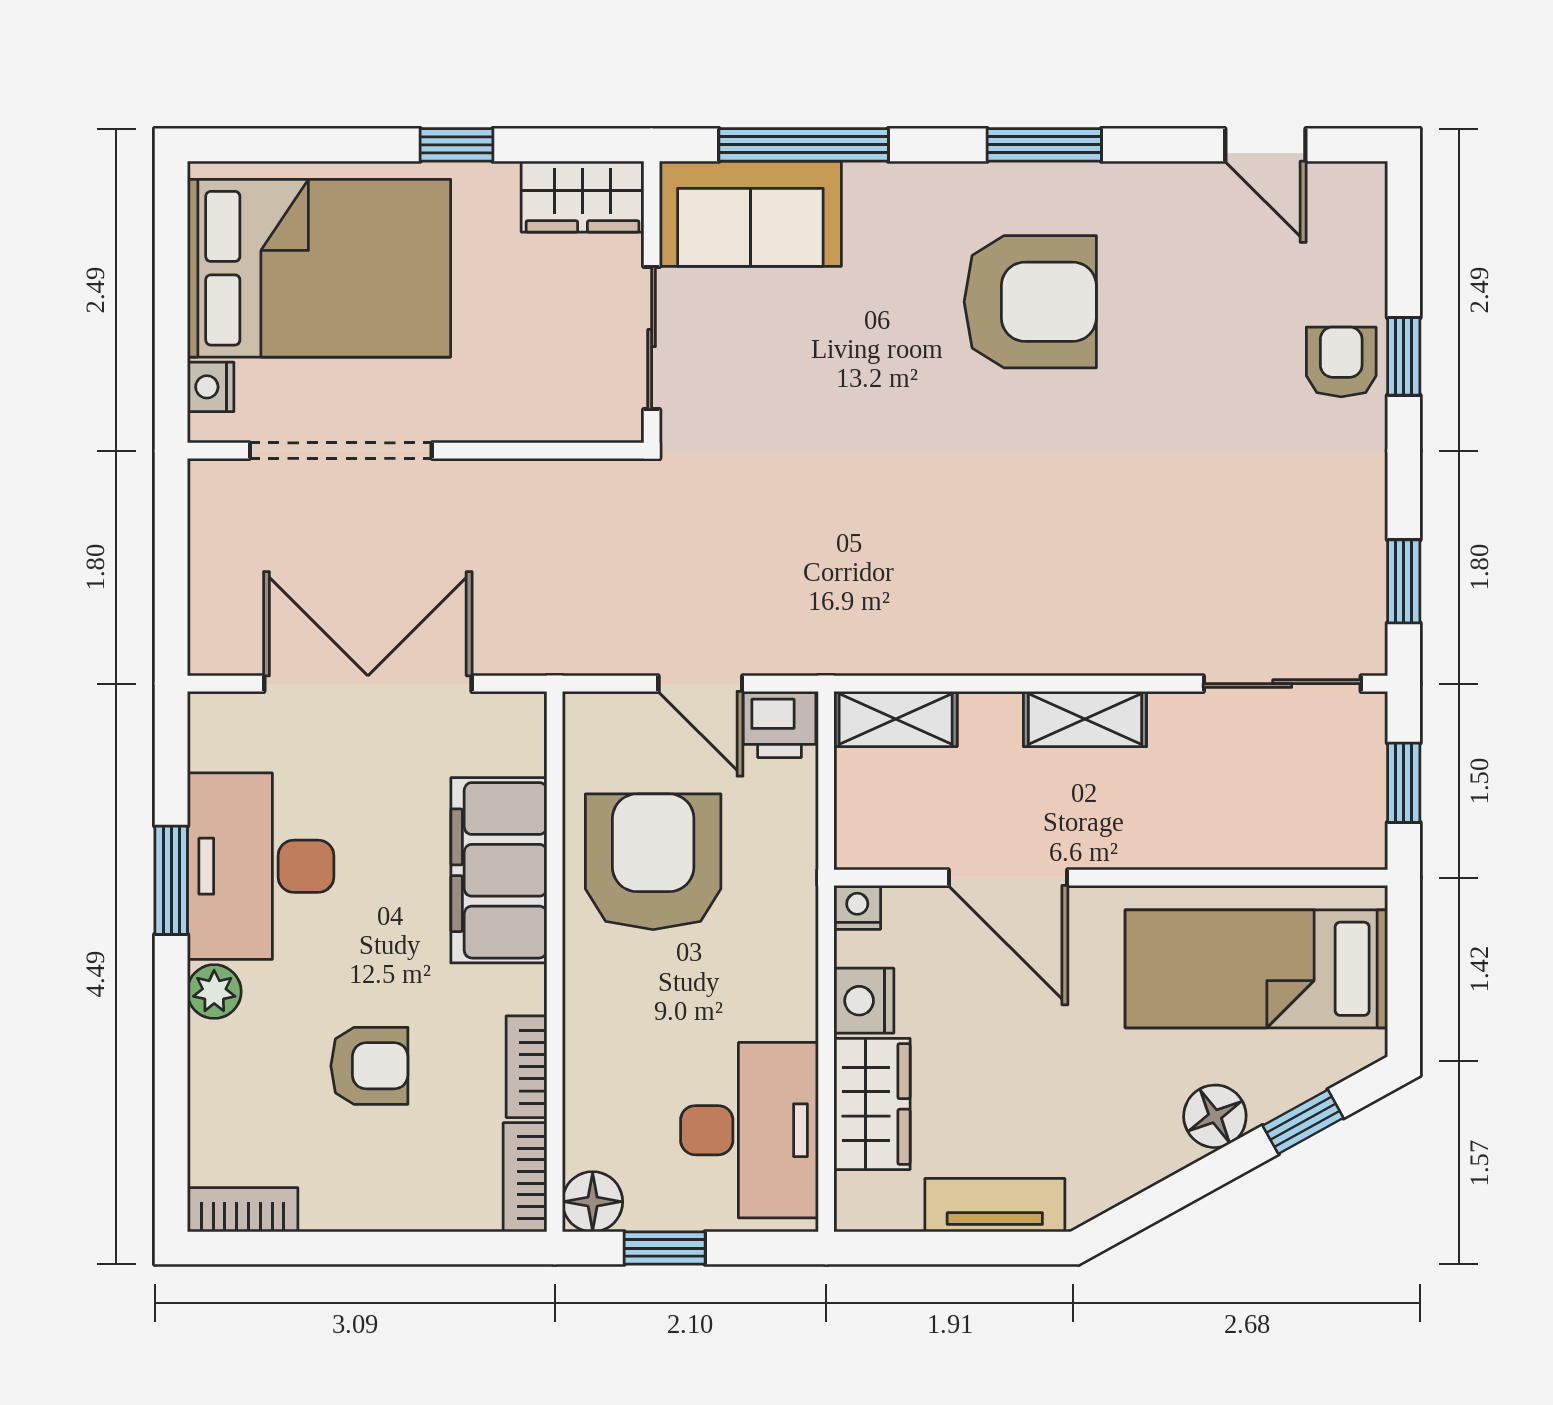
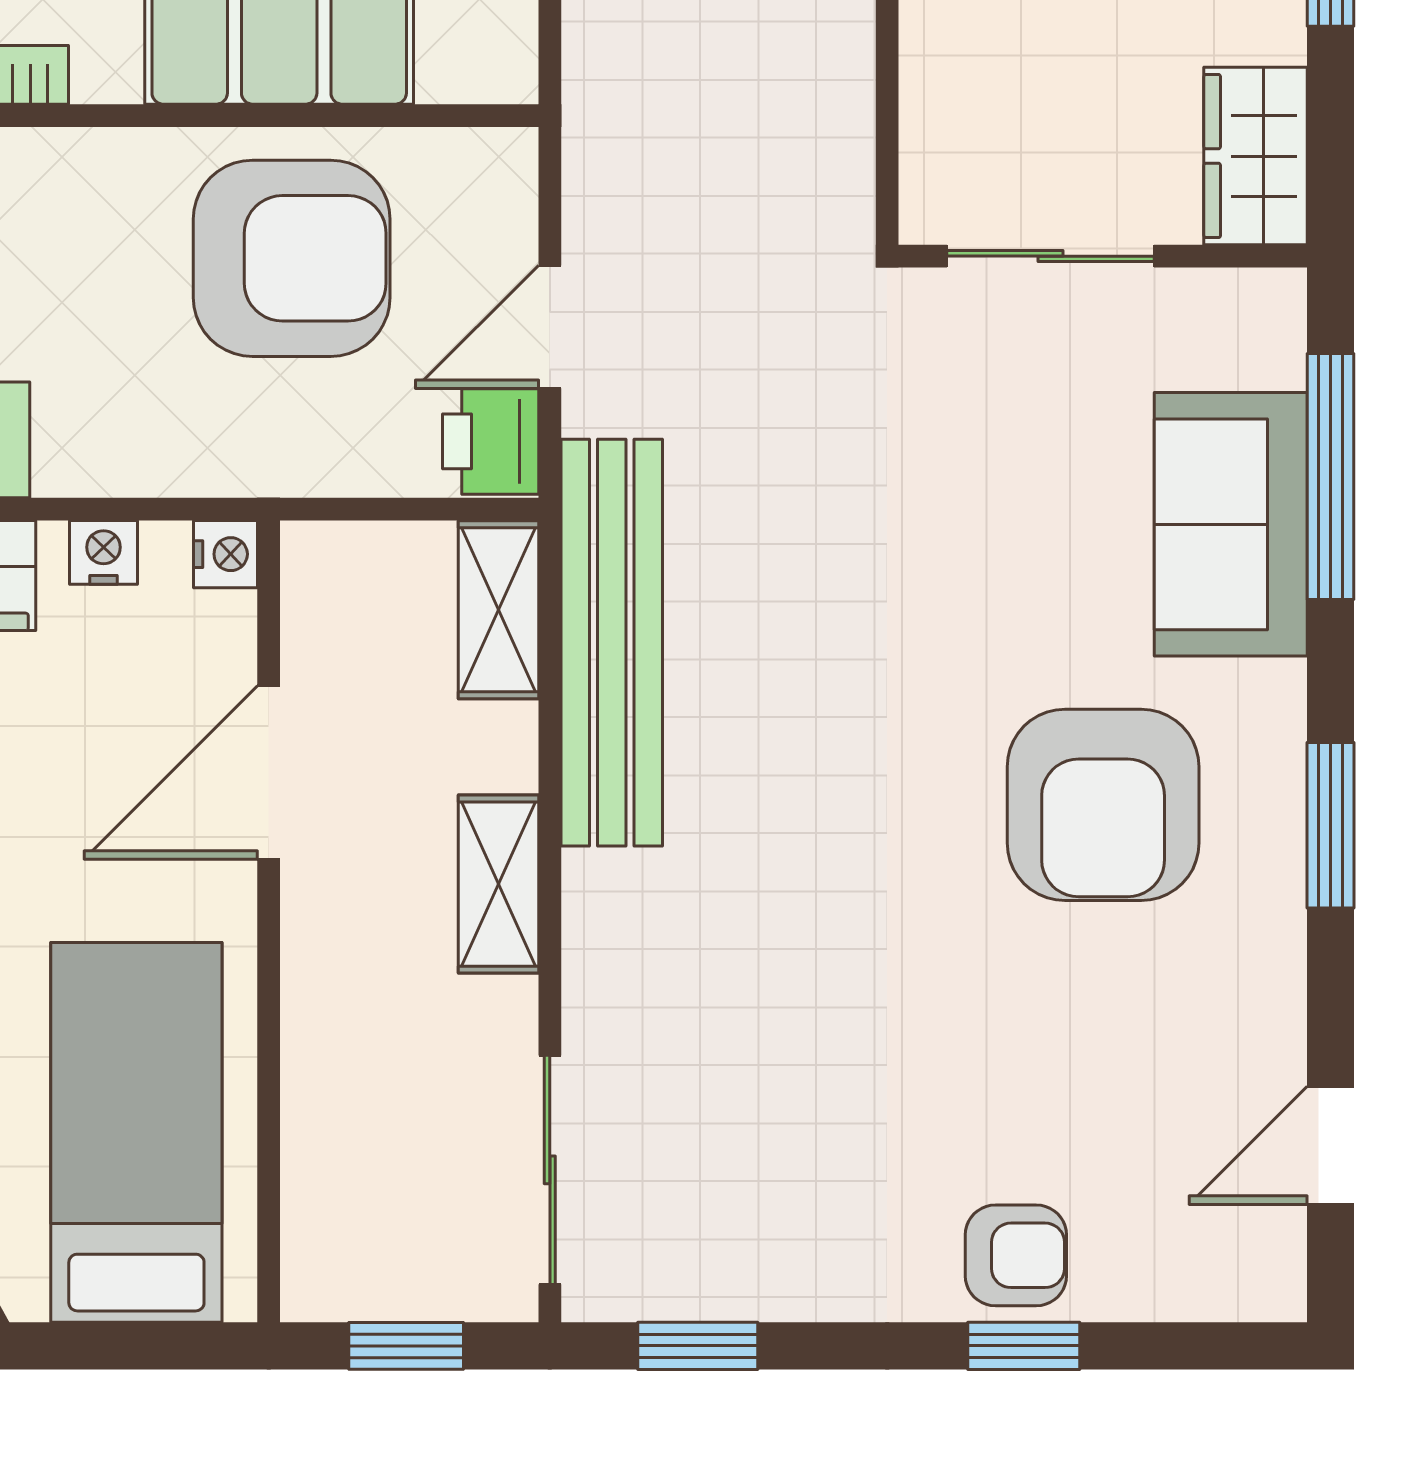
sofa: (750, 214) -> (1231, 524), moved
bench: (918, 641) -> (612, 643), added
nightstand: (864, 1001) -> (103, 552), width x0.72, depth x0.74

